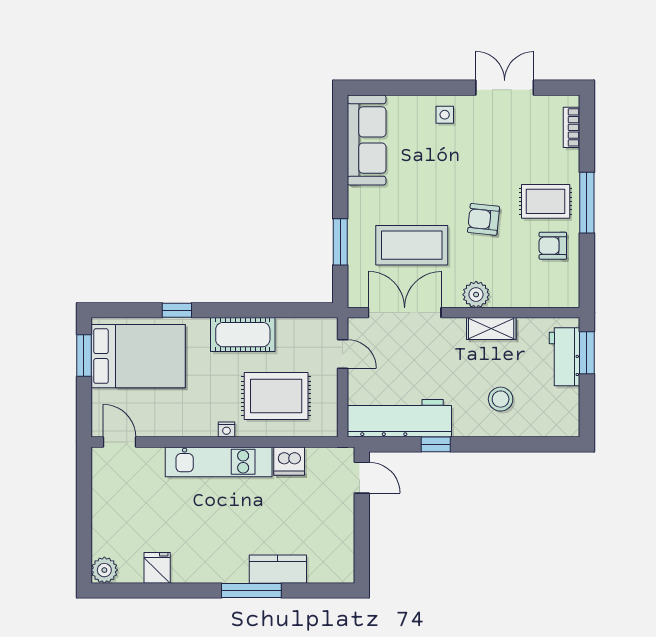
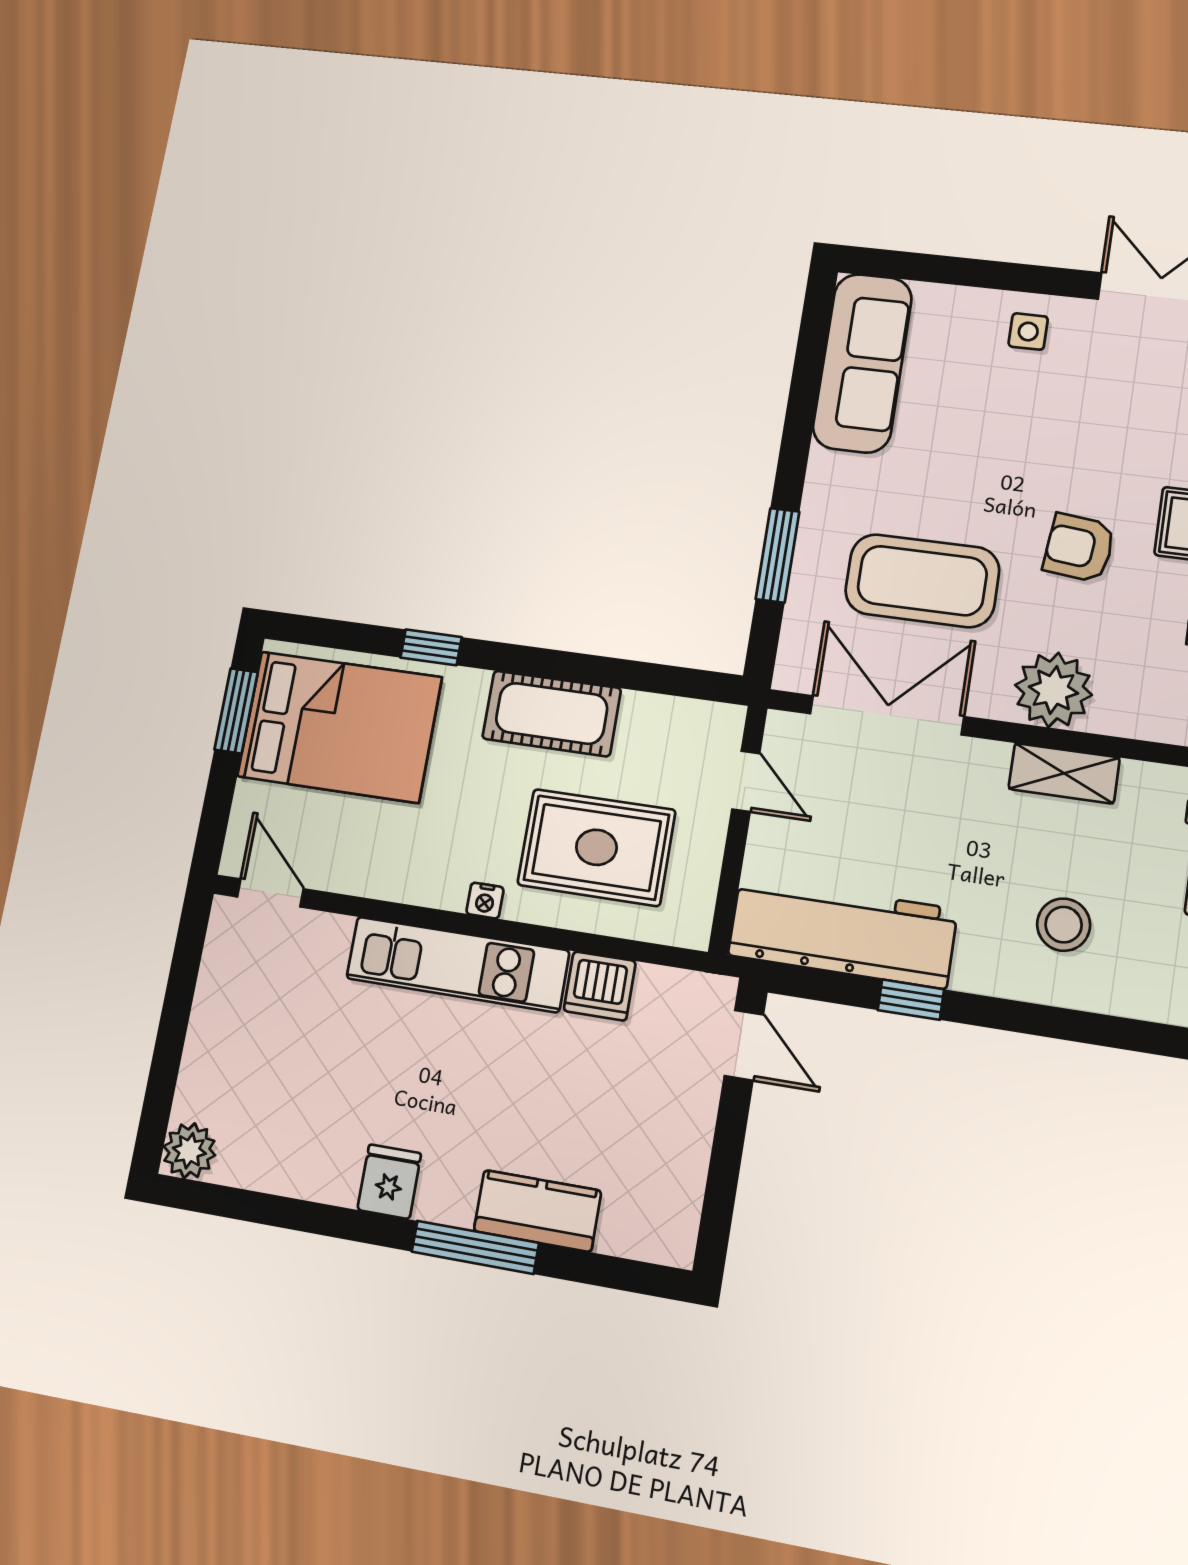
plant: (476, 295) -> (1053, 690), width x1.36, depth x1.36
fridge: (157, 568) -> (389, 1182), moved

